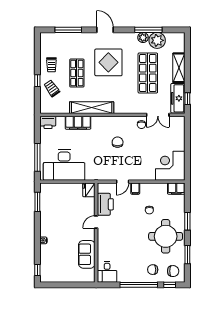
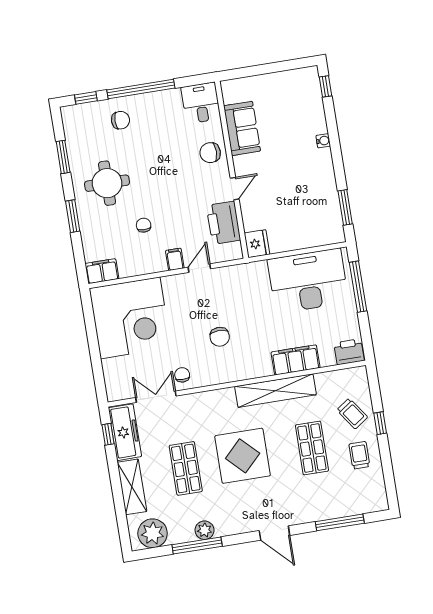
plant: (157, 40) -> (153, 533), moved
display table: (108, 62) -> (243, 456), moved
shop shelf: (148, 73) -> (186, 468), width x0.70, depth x0.74
corner desk: (170, 166) -> (130, 318), width x1.36, depth x1.36
round table: (166, 236) -> (107, 183), width x0.73, depth x0.73
chair: (173, 271) -> (210, 153), moved

